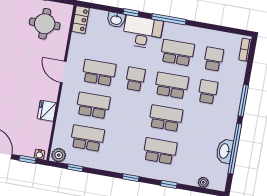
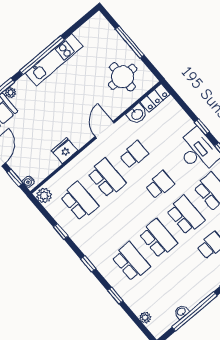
washbasin: (116, 20) -> (137, 114), moved, turned -90
school desk: (99, 73) -> (134, 155), width x0.54
washbasin: (224, 151) -> (181, 312), width x0.52, depth x0.69
window: (75, 168) -> (61, 231), moved

